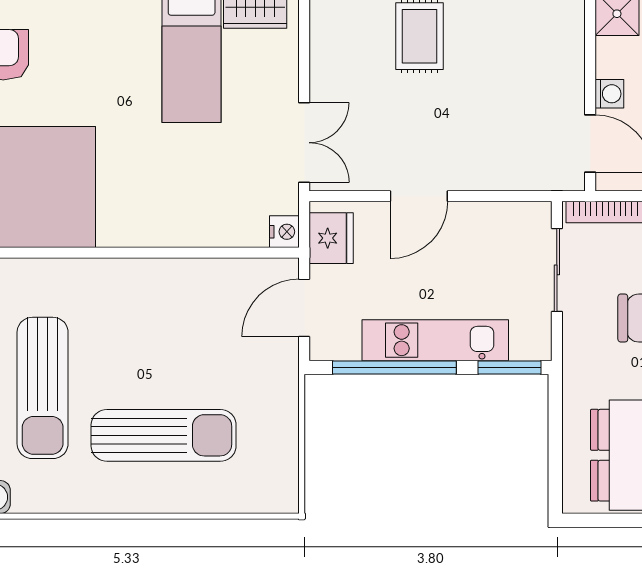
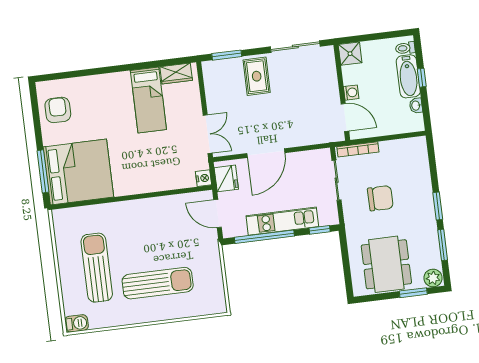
door: (419, 196) -> (266, 153), width x1.36
door: (304, 308) -> (218, 214), hinge flipped
window: (510, 367) -> (320, 230), width x0.67
sun lounger: (43, 388) -> (97, 268), turned 180

